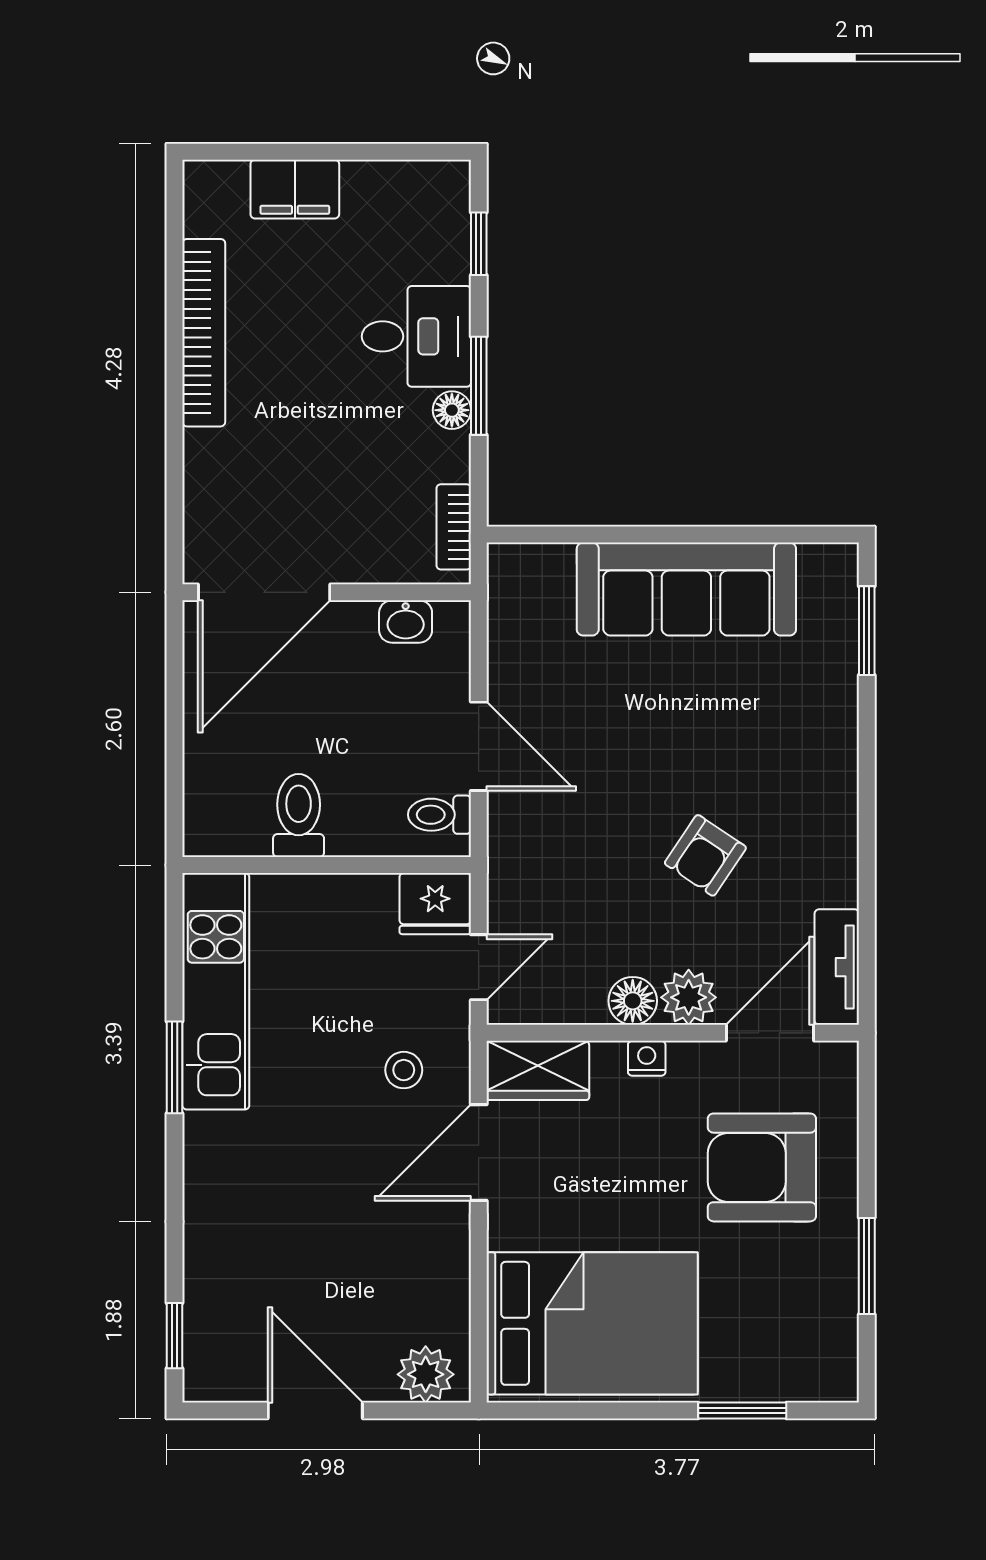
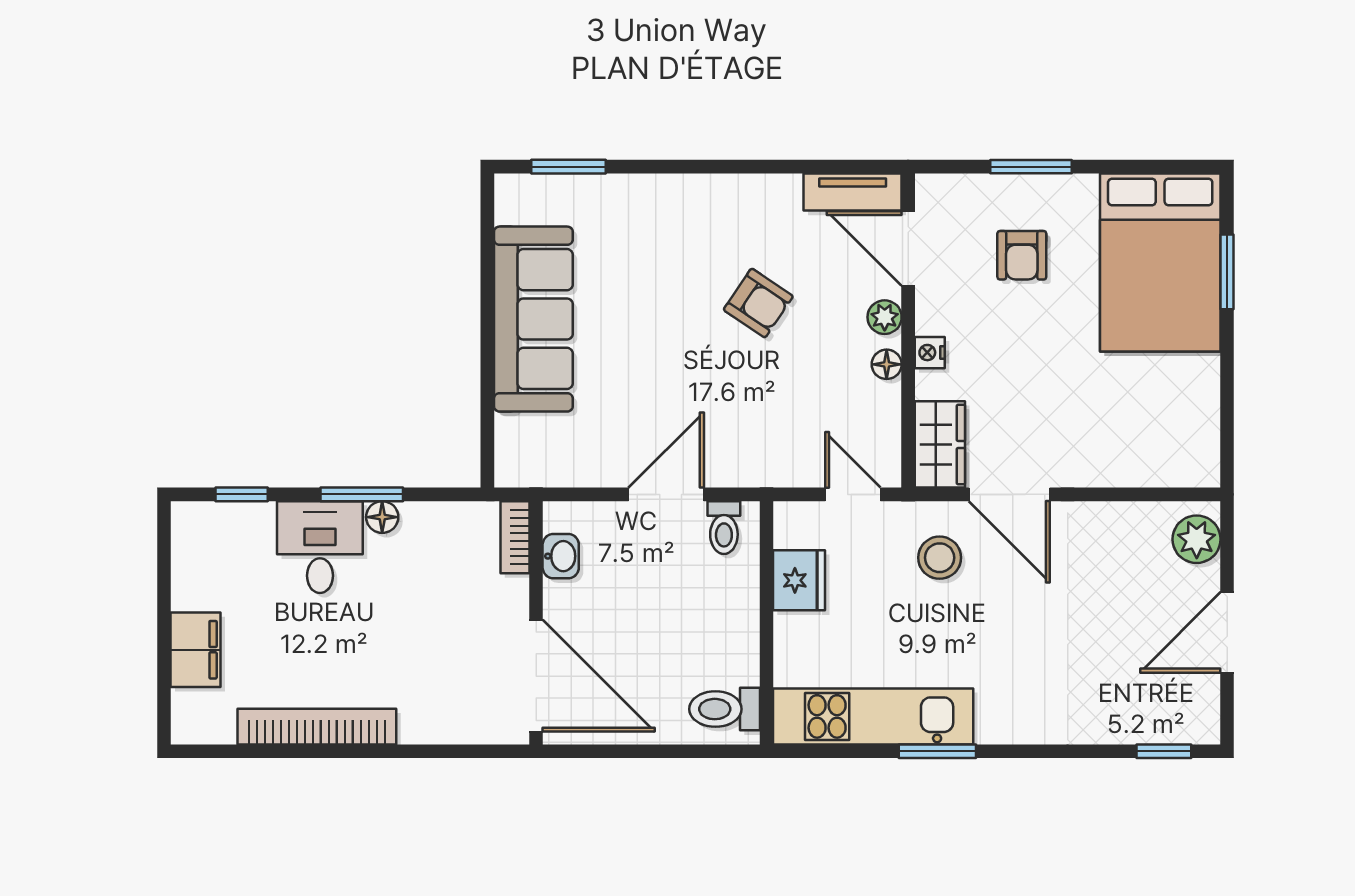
bookcase: (454, 527) -> (515, 537), moved, turned 90
toilet: (299, 815) -> (725, 709), moved
fridge: (435, 904) -> (799, 580), moved
plant: (689, 997) -> (885, 317), width x0.73, depth x0.73
floor lamp: (633, 1001) -> (887, 364), width x0.73, depth x0.73
stool: (404, 1070) -> (940, 558), width x1.37, depth x1.37
armchair: (762, 1167) -> (1022, 255), width x0.53, depth x0.53
window: (867, 1266) -> (1031, 167), moved
bed: (592, 1323) -> (1160, 262), moved, turned 180

